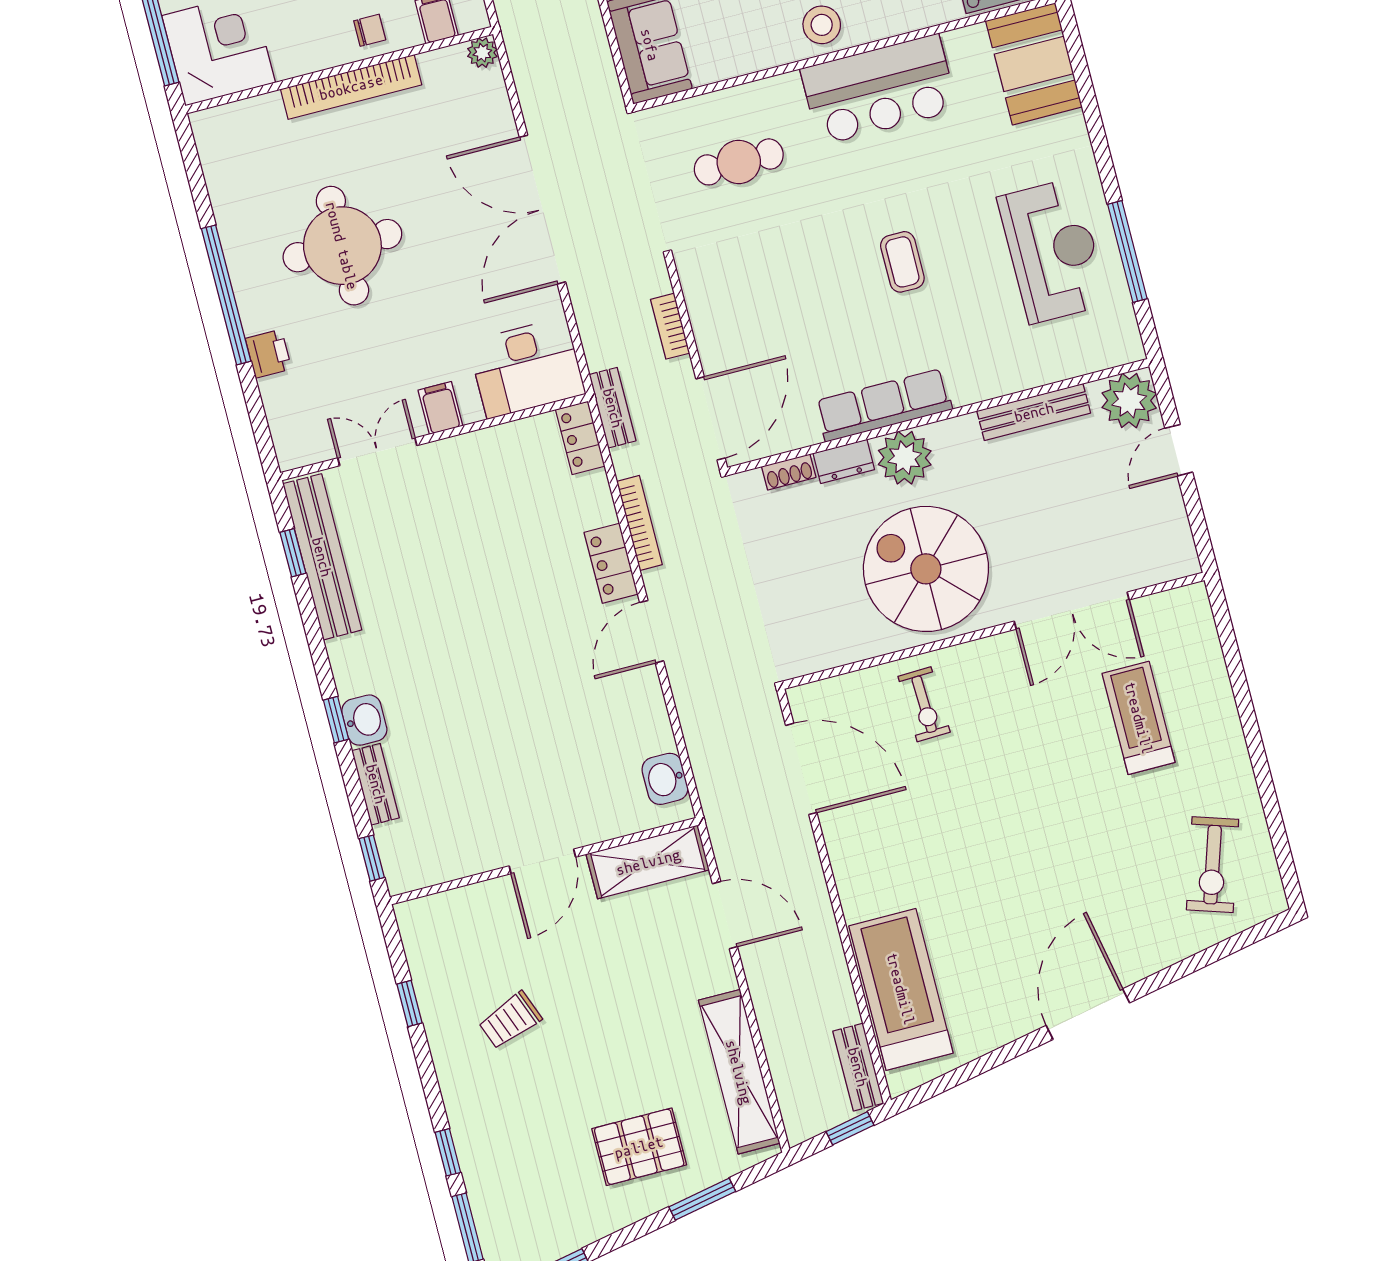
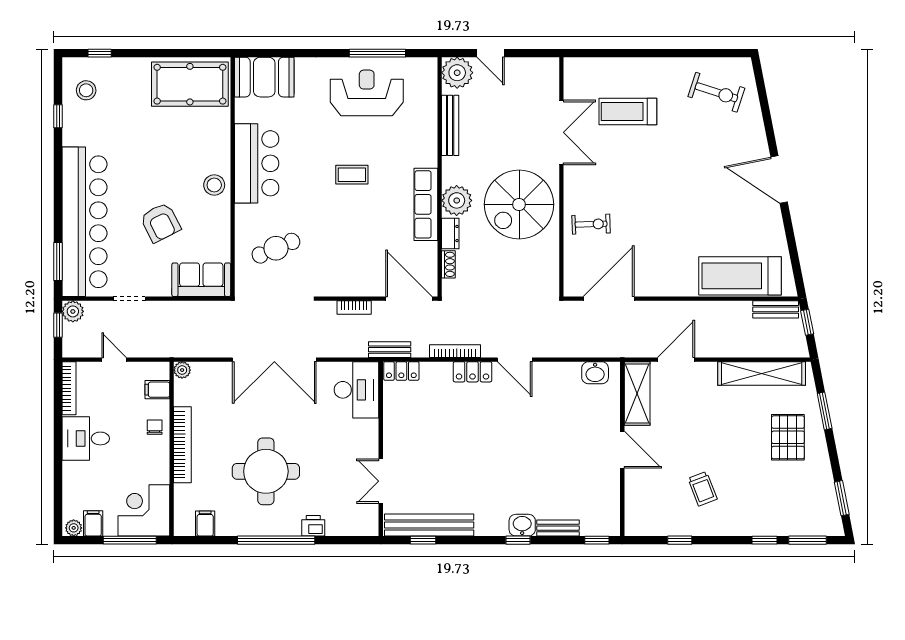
cafe table: (739, 162) -> (276, 248), turned 67
filing cabinet: (440, 408) -> (205, 523), moved, turned 90

